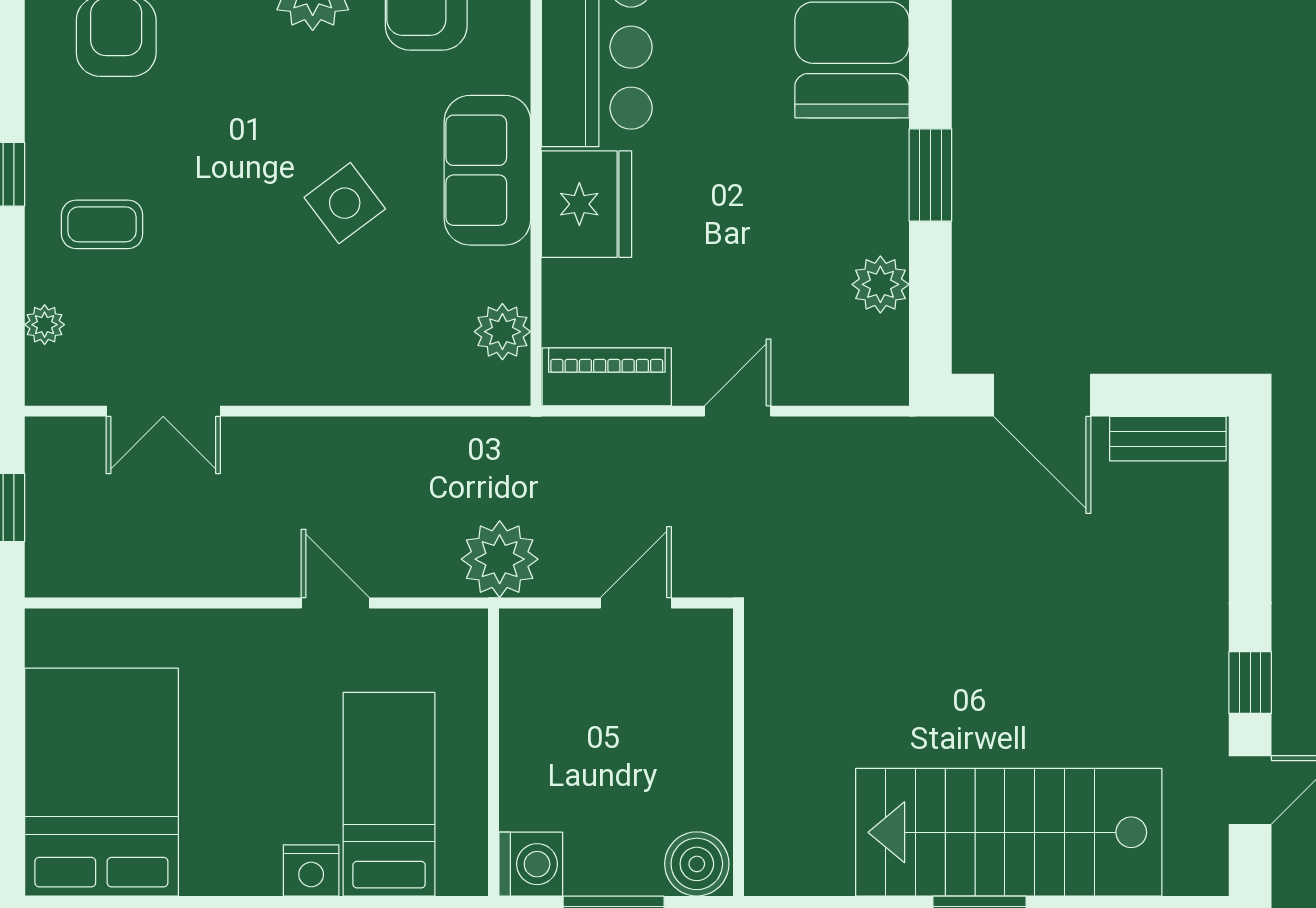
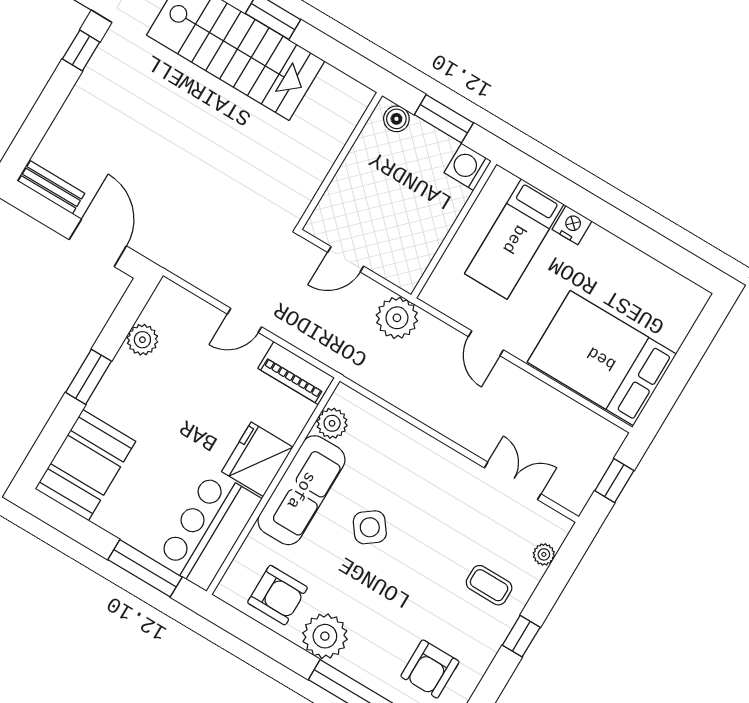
sofa: (487, 170) -> (301, 490), width x1.36
bed: (101, 782) -> (602, 358), moved, turned 90
boiler: (697, 864) -> (396, 119), width x0.73, depth x0.73

